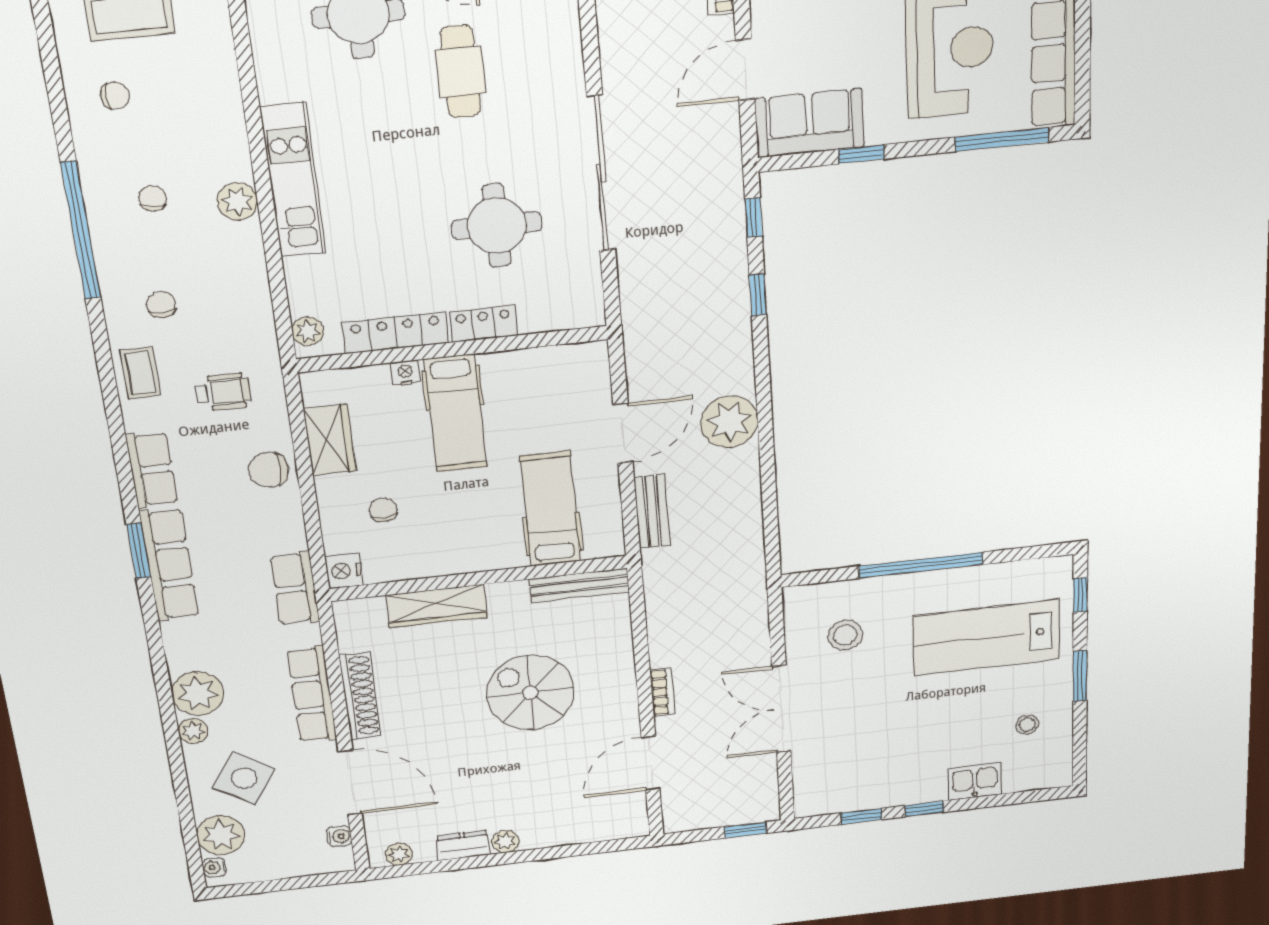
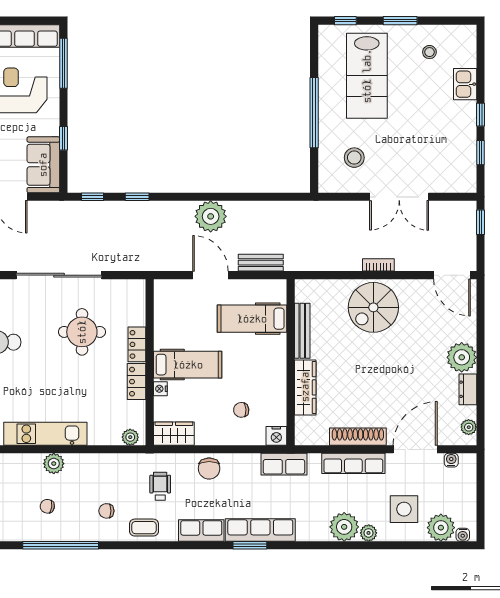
locker: (396, 333) -> (137, 382), width x0.66
wardrobe: (330, 440) -> (174, 434), moved
bench: (579, 585) -> (302, 331), moved
spiral stairs: (530, 693) -> (373, 307), moved
door: (651, 763) -> (452, 275), moved
side table: (244, 778) -> (404, 509), turned -33
plant: (505, 842) -> (462, 357), width x1.88, depth x1.88

